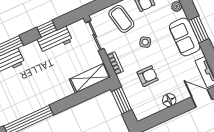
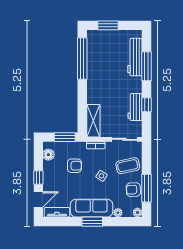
sofa: (185, 37) -> (91, 208), width x1.36
armchair: (148, 76) -> (74, 166), turned -90
floor lamp: (169, 100) -> (48, 155), moved
window: (178, 109) -> (38, 178), added

